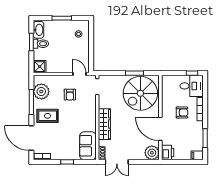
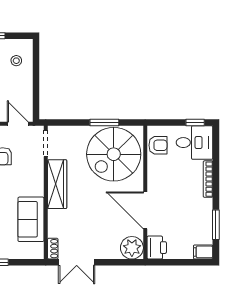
armchair: (182, 113) -> (158, 145), moved
wardrobe: (104, 124) -> (57, 184), moved
sofa: (88, 146) -> (31, 219), moved

